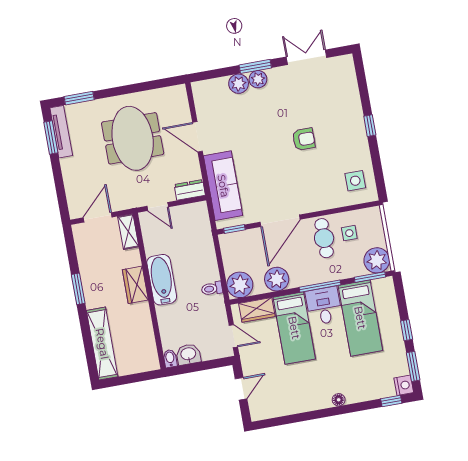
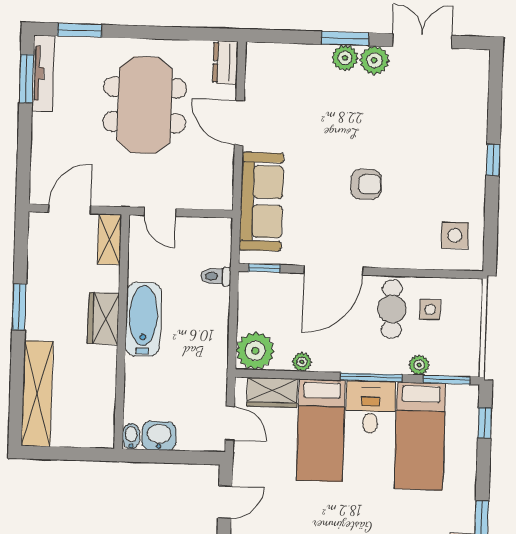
plant: (239, 84) -> (374, 60), moved
armchair: (304, 139) -> (366, 184), moved
dresser: (190, 190) -> (225, 63), moved, turned -90
plant: (377, 260) -> (419, 365), moved, width x0.53, depth x0.53
plant: (277, 279) -> (302, 362), width x0.53, depth x0.53
toilet: (212, 289) -> (216, 276), moved
window: (407, 330) -> (485, 423), moved

